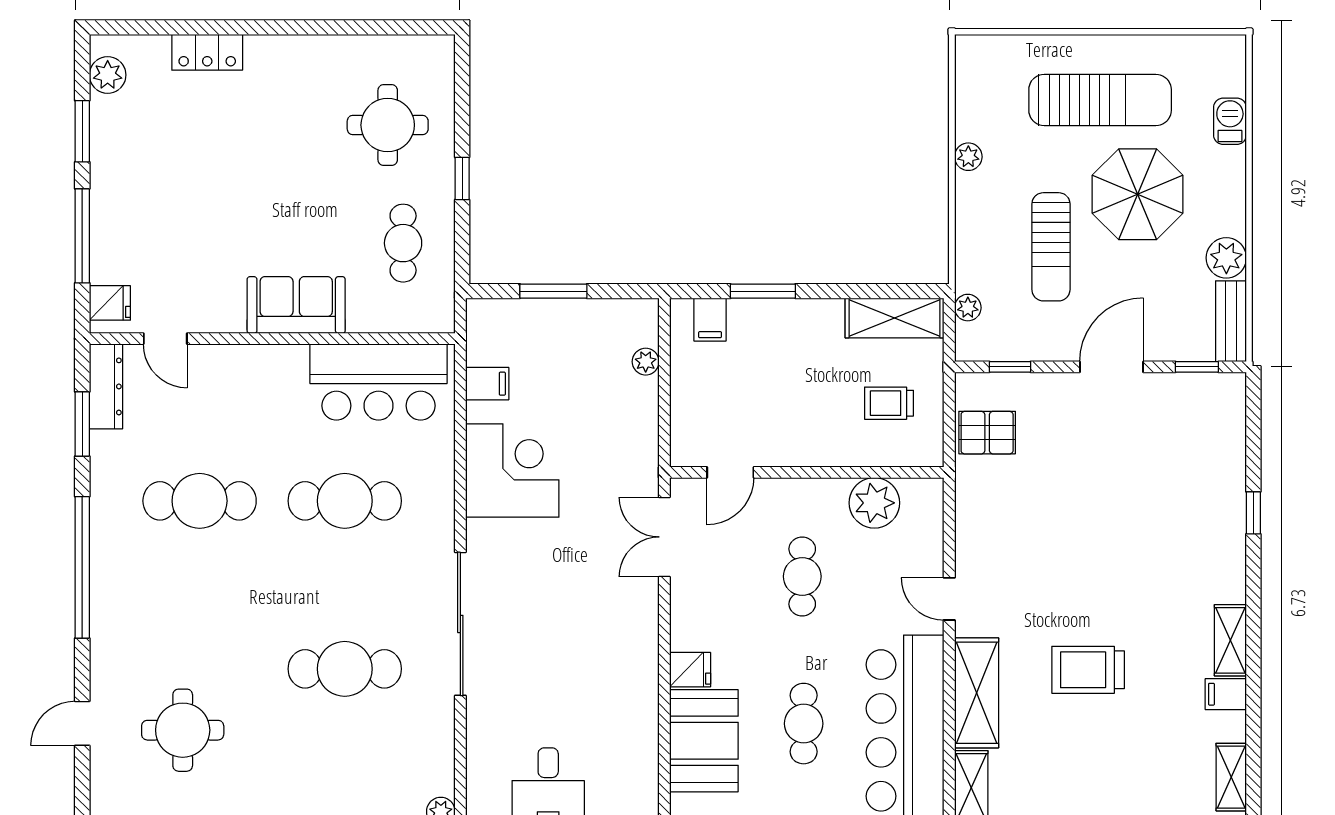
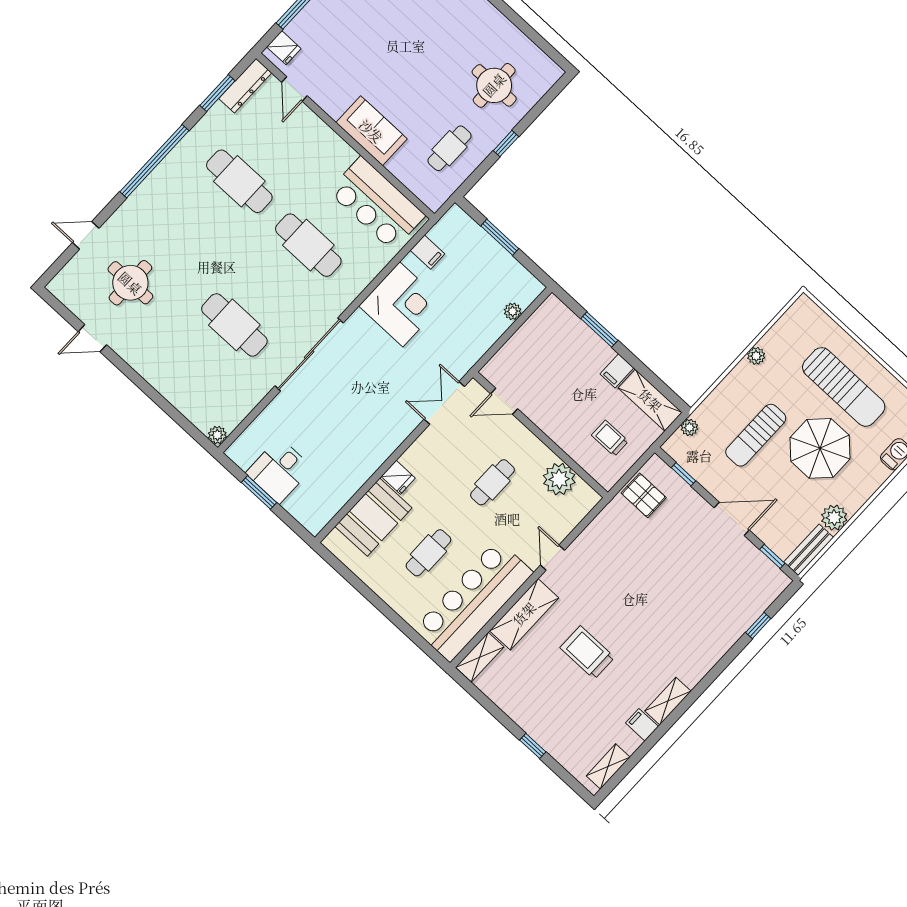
filing cabinet: (710, 320) -> (617, 371), moved
window: (1253, 513) -> (758, 626), moved

